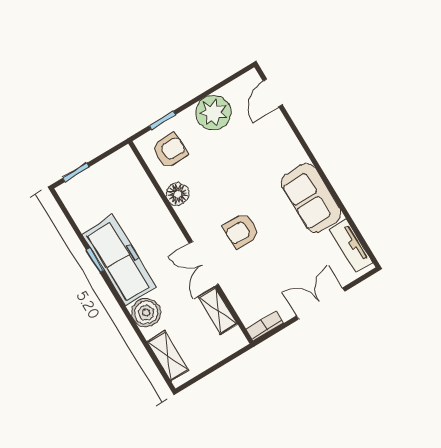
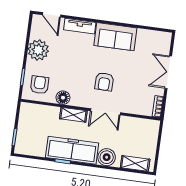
tv unit: (351, 246) -> (80, 26), moved
shelving: (218, 311) -> (73, 115), moved

